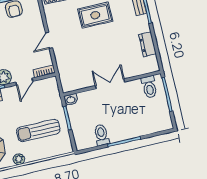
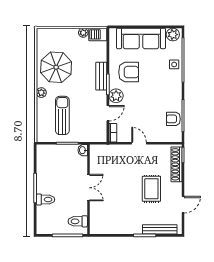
dresser: (147, 44) -> (115, 228), removed
door: (24, 82) -> (108, 113), swing flipped
toilet: (102, 135) -> (46, 200), moved

